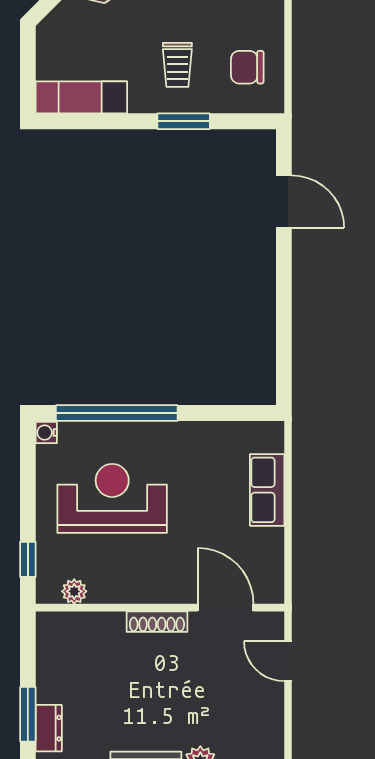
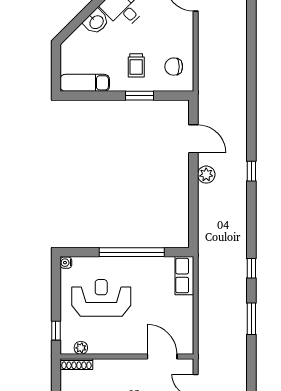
plant: (308, 268) -> (206, 175), added
window: (117, 413) -> (132, 252), moved
row of seats: (267, 490) -> (184, 276), moved
shoe rack: (157, 622) -> (76, 364), moved

